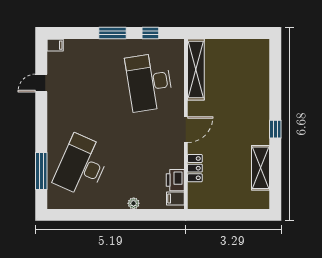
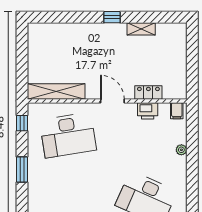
window: (150, 33) -> (22, 123), moved
shelving: (260, 168) -> (141, 29), width x0.67, depth x0.75
printer: (175, 180) -> (148, 111), moved

